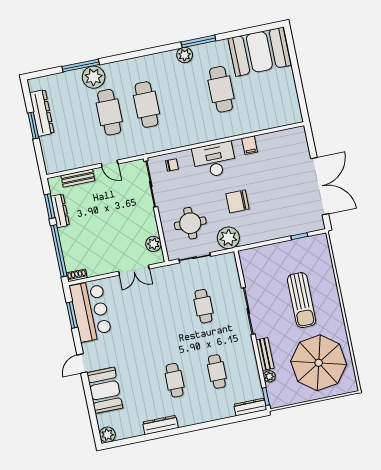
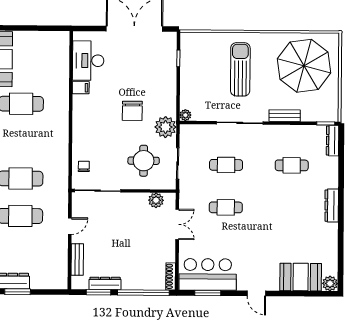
desk: (214, 160) -> (88, 61), moved
shoe rack: (77, 275) -> (171, 276), width x1.43
sun lounger: (302, 300) -> (240, 69), turned -90
plant: (269, 376) -> (185, 115), moved
cafe table: (175, 380) -> (226, 207), moved
booth: (105, 390) -> (301, 277), moved
dresser: (160, 425) -> (332, 206), moved

